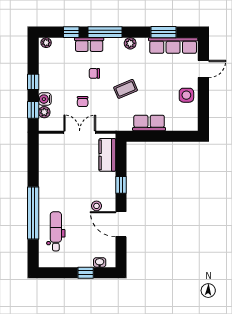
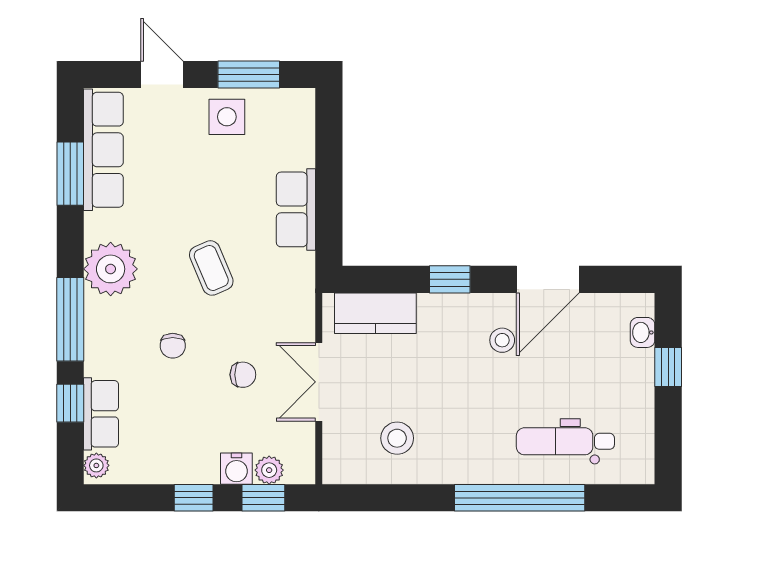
plant: (130, 43) -> (111, 269), width x1.88, depth x1.88
row of seats: (89, 45) -> (101, 414), moved
window: (203, 104) -> (249, 74), added
stool: (57, 164) -> (397, 438), added

